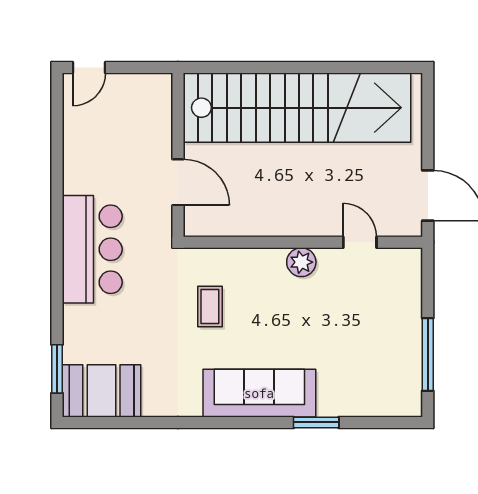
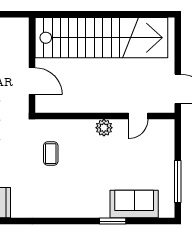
door: (360, 242) -> (138, 116), swing flipped
sofa: (259, 393) -> (134, 204), moved, width x0.73

